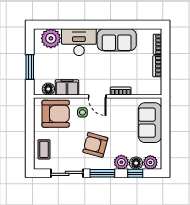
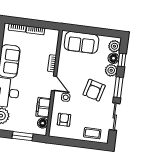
door: (97, 96) -> (54, 83), hinge flipped
armchair: (56, 114) -> (64, 120), width x0.53, depth x0.53

